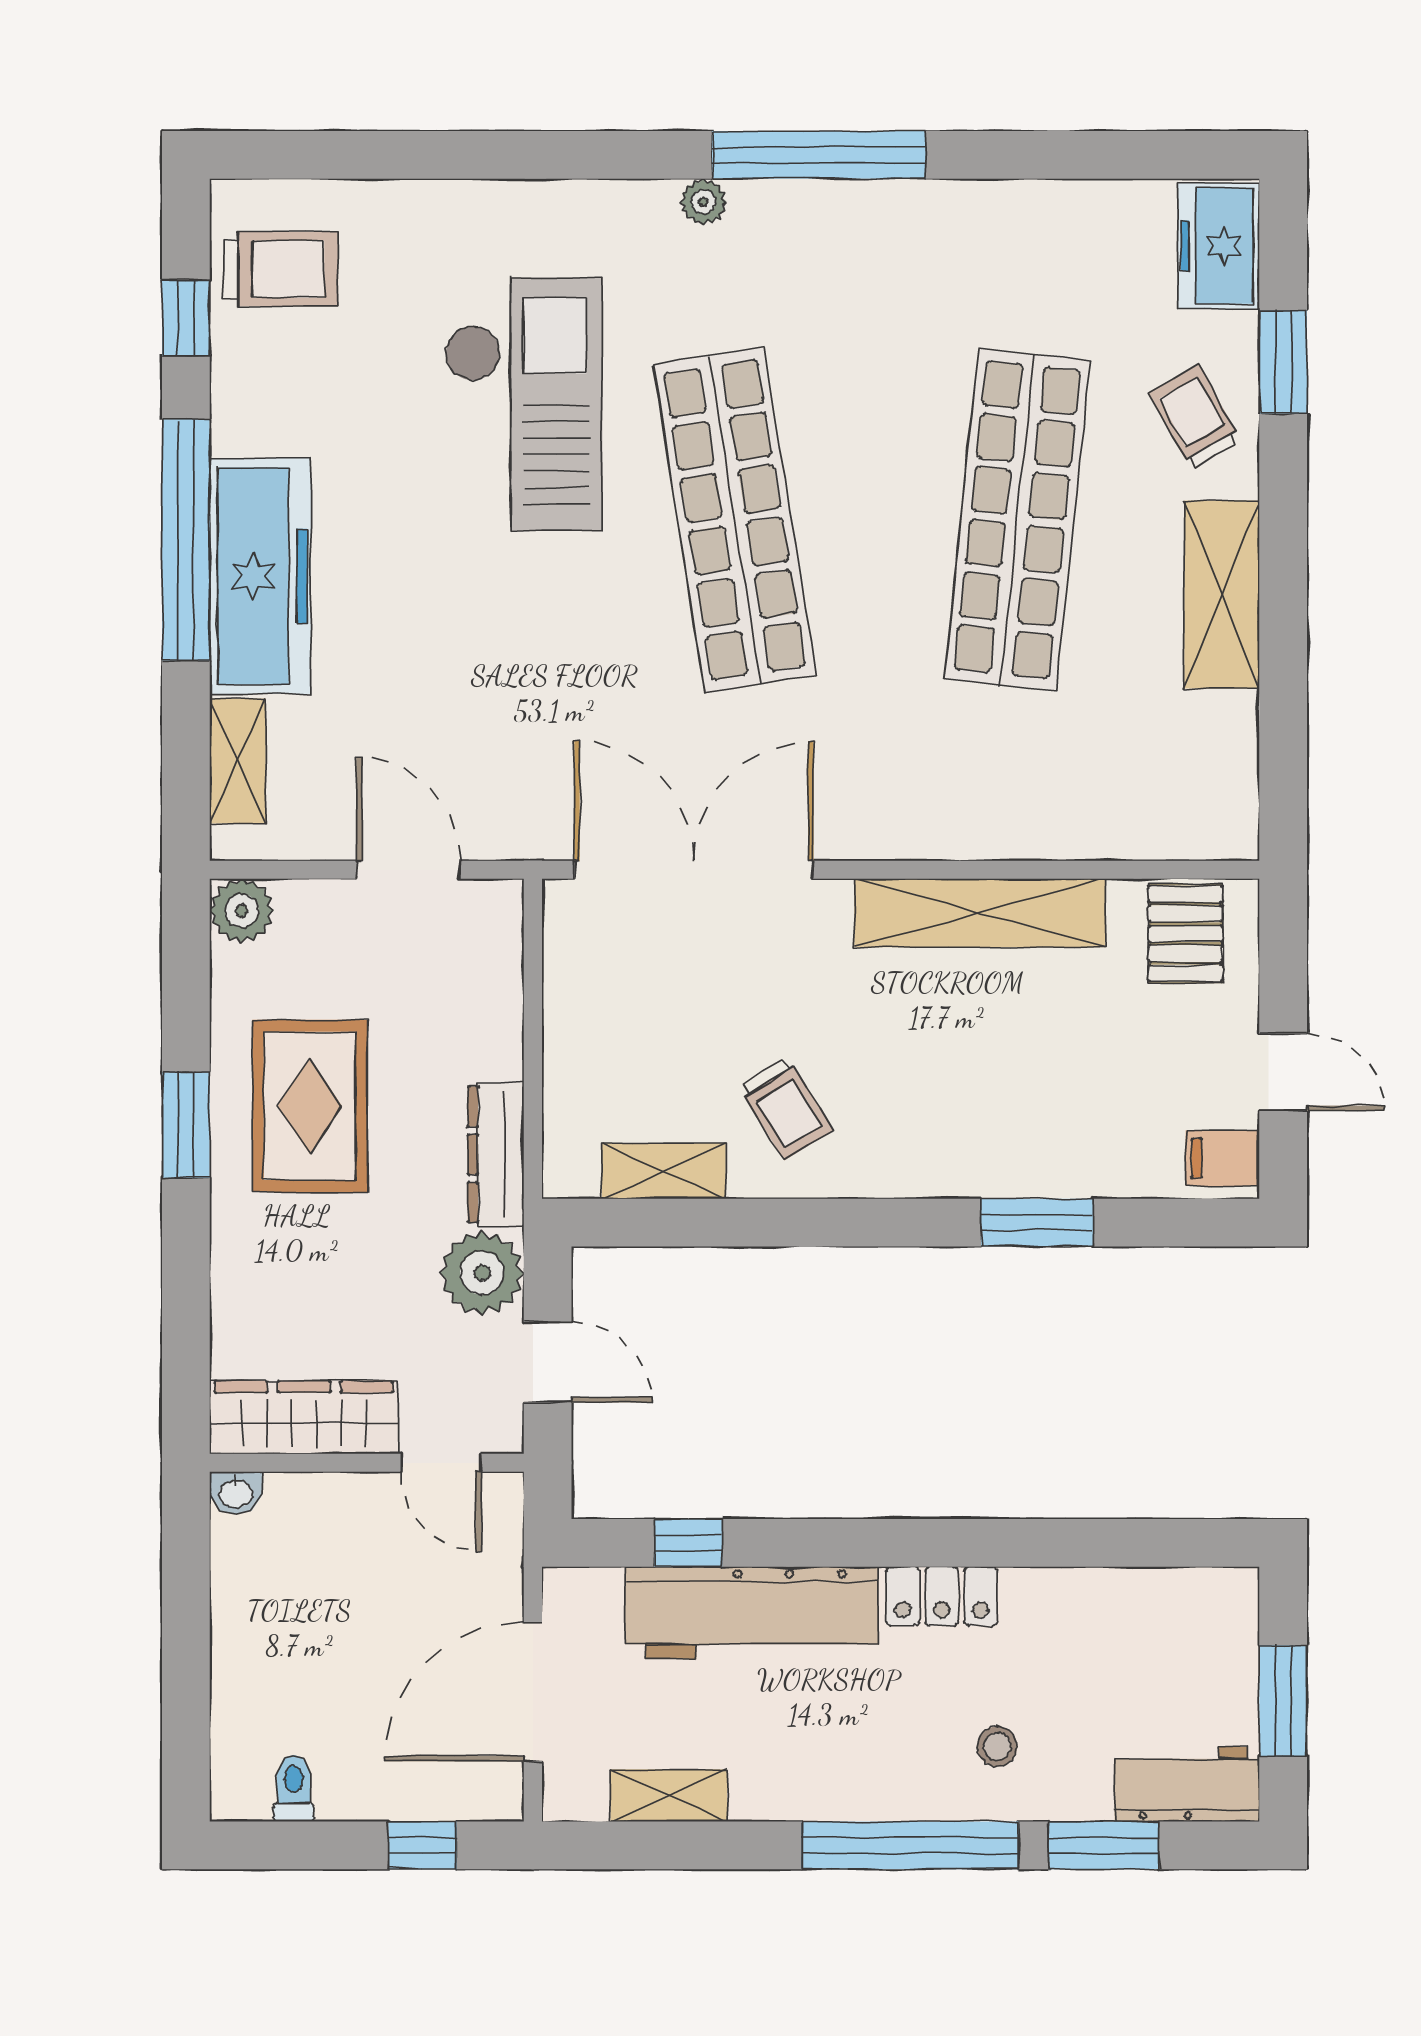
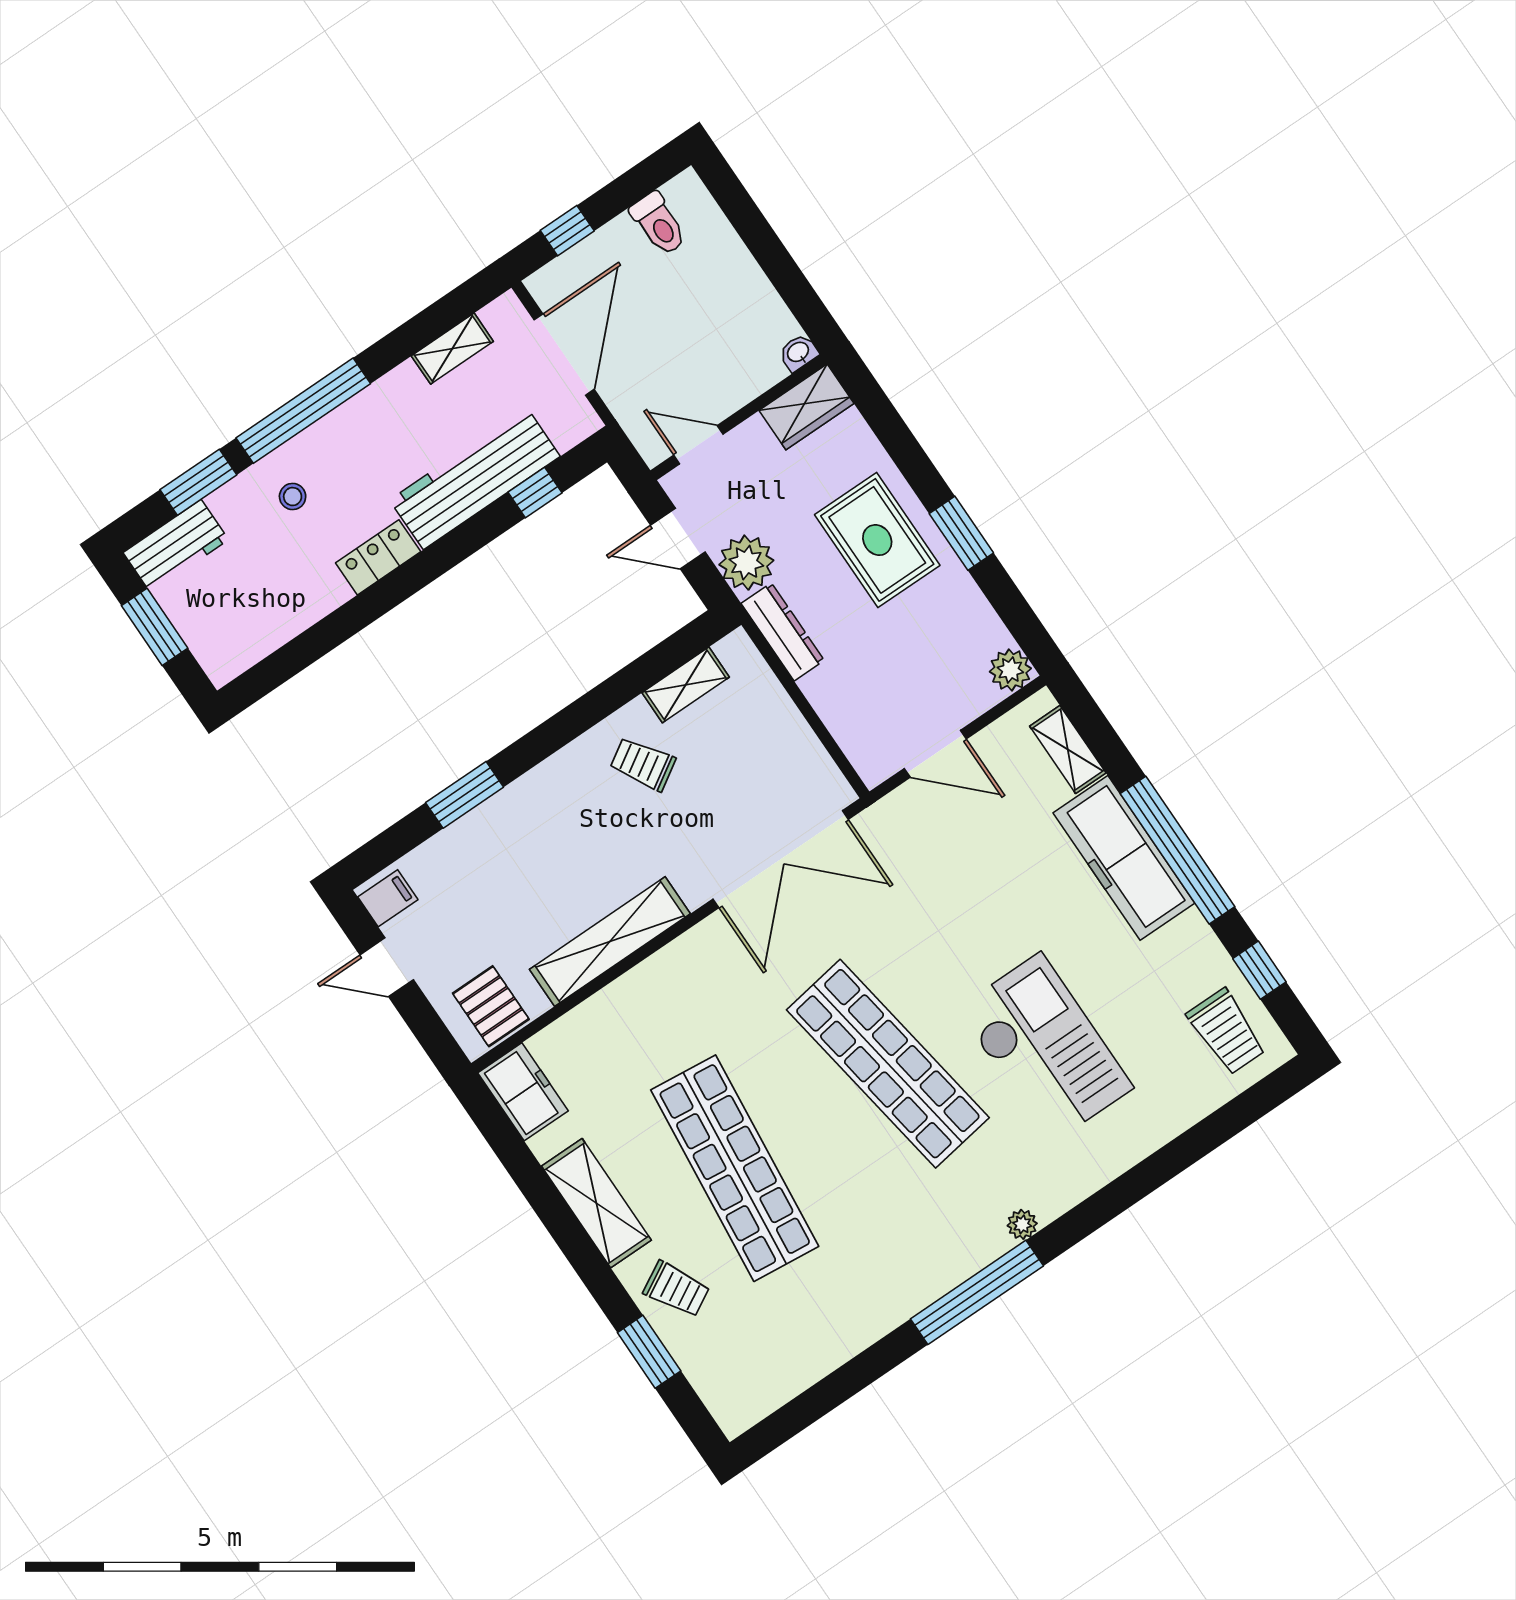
freezer: (1219, 246) -> (523, 1092), moved
trolley: (280, 269) -> (1226, 1032), turned -90
checkout: (523, 404) -> (1045, 1048), turned 180
rug: (310, 1106) -> (877, 540), moved
wardrobe: (304, 1417) -> (806, 407), width x0.67
toilet: (294, 1788) -> (659, 224), width x1.37, depth x1.39

